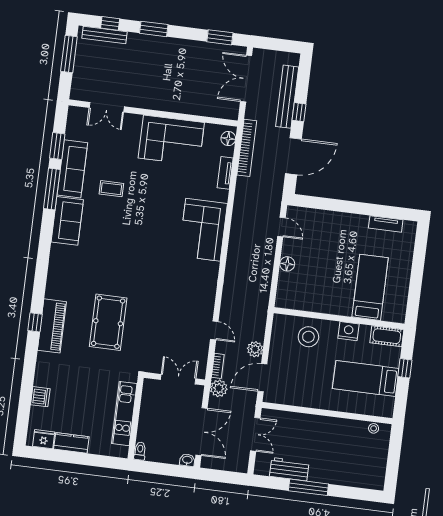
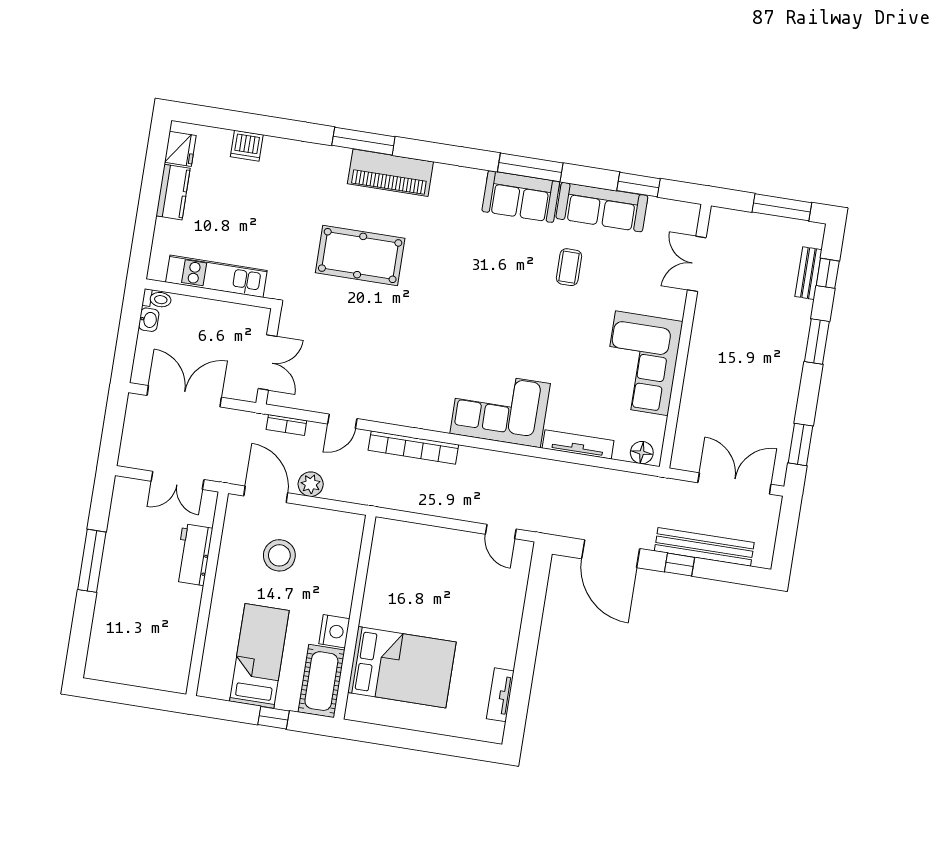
bench: (104, 35) -> (808, 273), width x0.73
bookcase: (247, 148) -> (413, 447), moved
tv unit: (225, 173) -> (578, 444), width x1.41
window: (52, 189) -> (530, 167), moved
door: (281, 227) -> (501, 532), hinge flipped
floor lamp: (287, 264) -> (443, 539), removed
bed: (370, 287) -> (402, 667), width x1.50
window: (35, 322) -> (363, 141), width x2.17
piano: (52, 326) -> (390, 173), moved
cot: (387, 336) -> (321, 681), width x1.37, depth x1.34
stool: (308, 337) -> (279, 555), moved
plant: (219, 388) -> (251, 425), removed
stool: (374, 428) -> (181, 666), removed
double door: (202, 432) -> (184, 396), swing flipped
washbasin: (187, 460) -> (149, 320), moved
workbench: (289, 469) -> (193, 555), moved, turned 180

